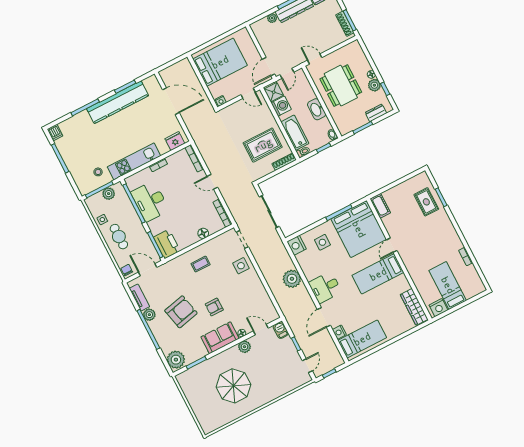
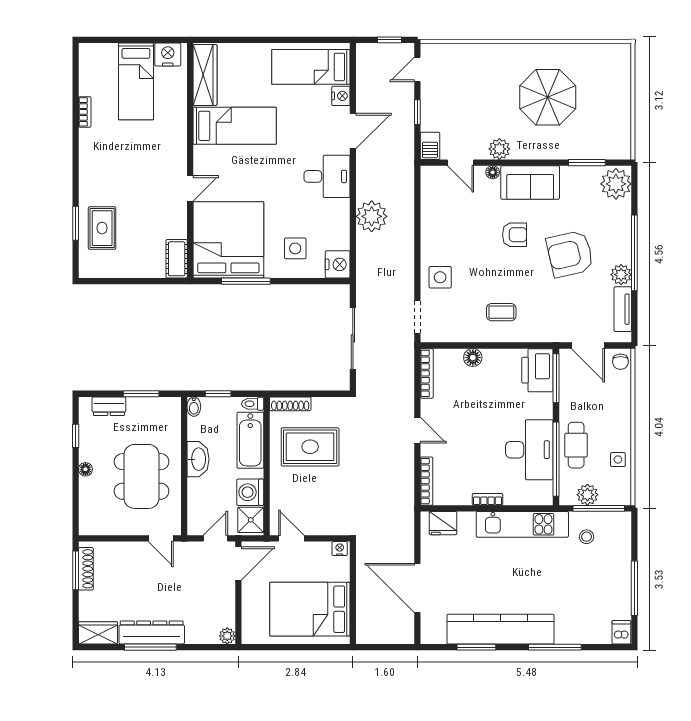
plant: (272, 18) -> (227, 636), moved
plant: (374, 85) -> (89, 450), removed
cafe table: (119, 237) -> (576, 445), moved
bed: (378, 274) -> (235, 126), moved

